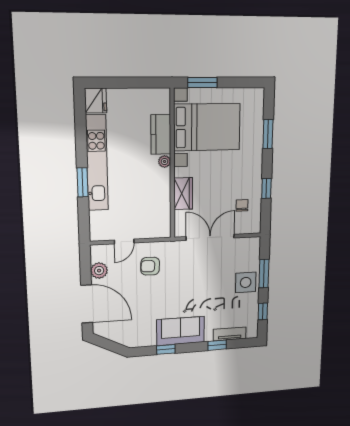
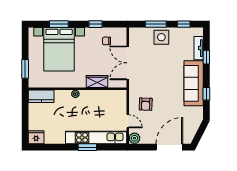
bed with nightstands: (207, 127) -> (59, 49), moved, turned 180
kitchen counter: (161, 134) -> (41, 96), moved
kitchen unit: (97, 163) -> (96, 138), moved
plant: (99, 271) -> (134, 138), moved
sofa: (181, 331) -> (194, 83), width x1.36

